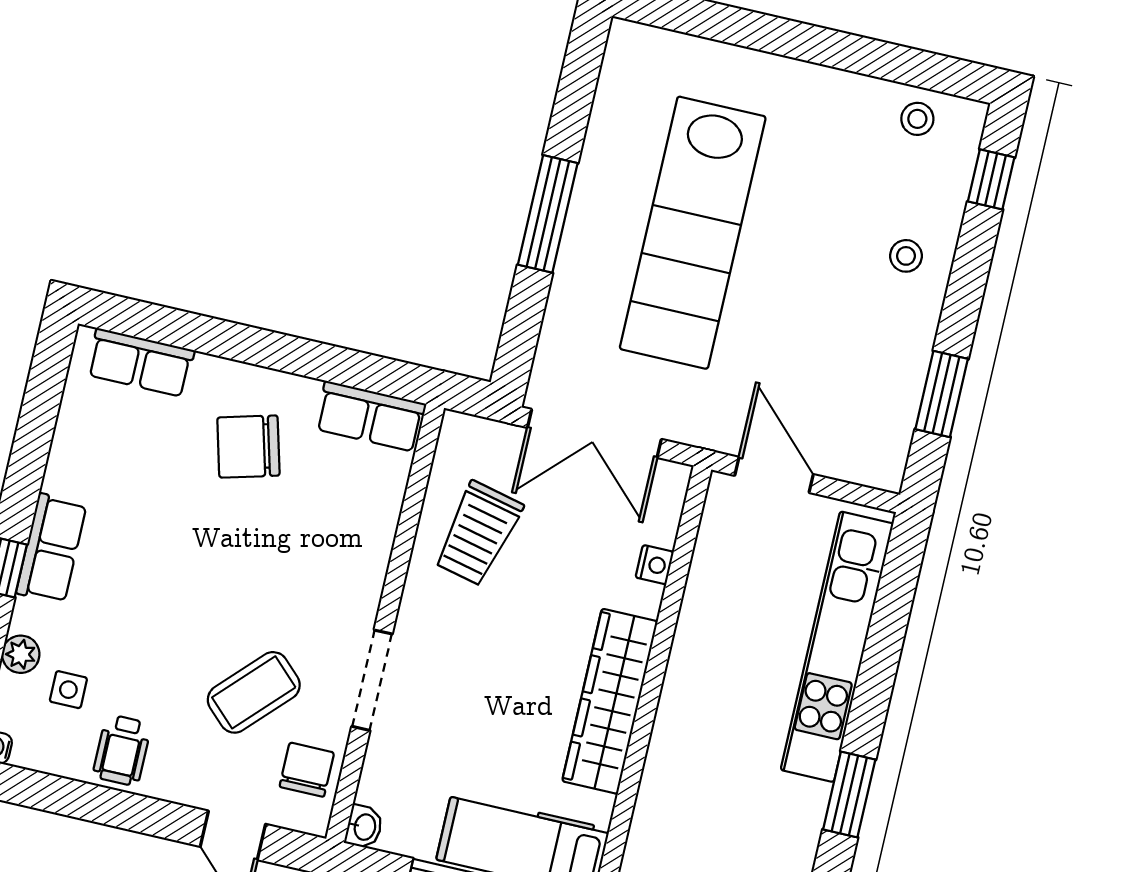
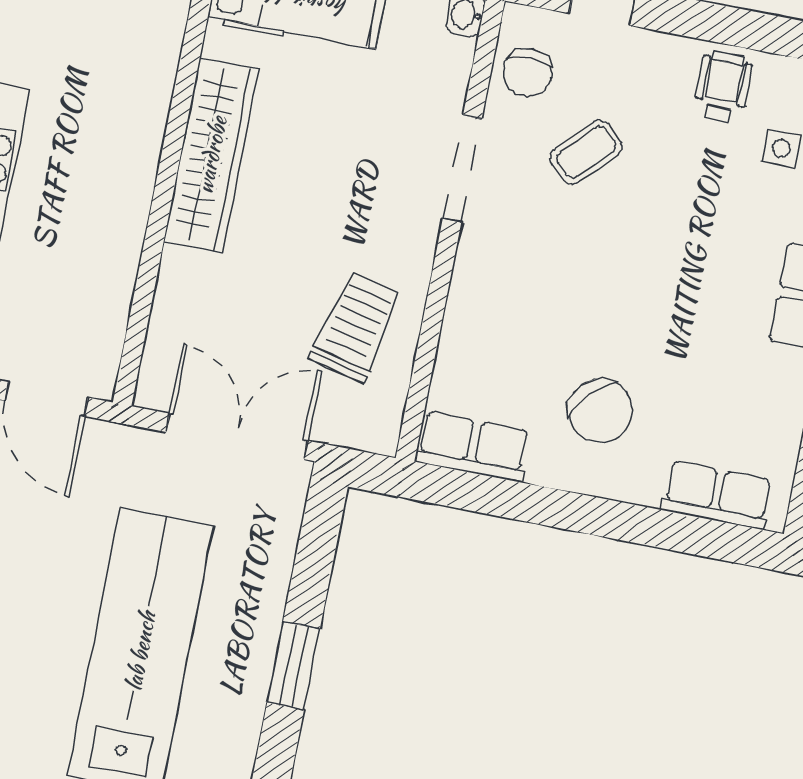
window: (548, 214) -> (294, 666), width x0.69
chair: (248, 447) -> (600, 410), turned 58
nightstand: (655, 565) -> (169, 300), removed
coffee table: (254, 692) -> (586, 152), width x0.73, depth x0.77

